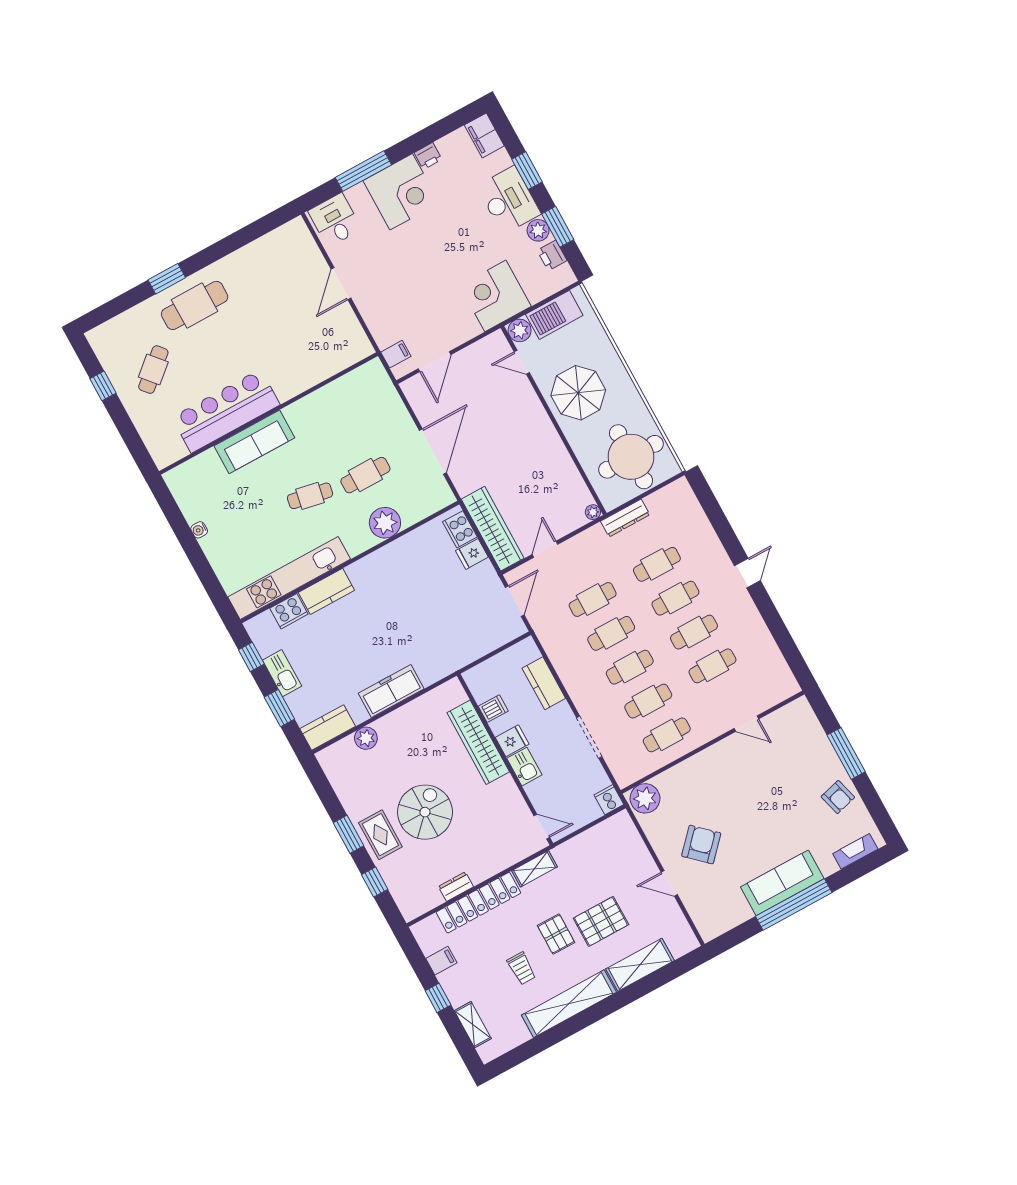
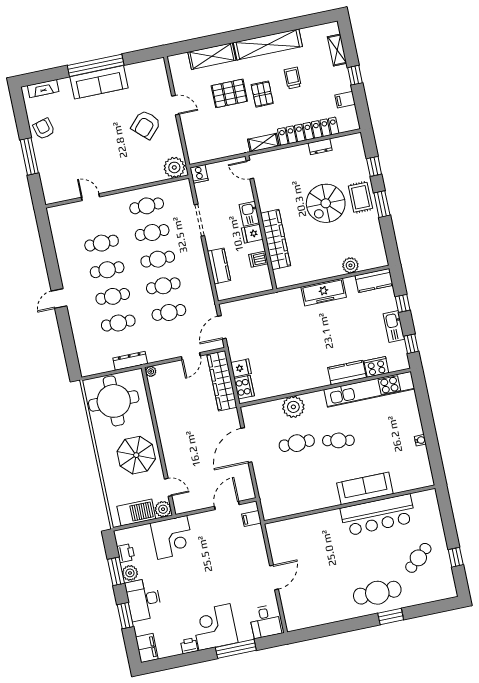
window: (279, 708) -> (403, 303), width x0.67

